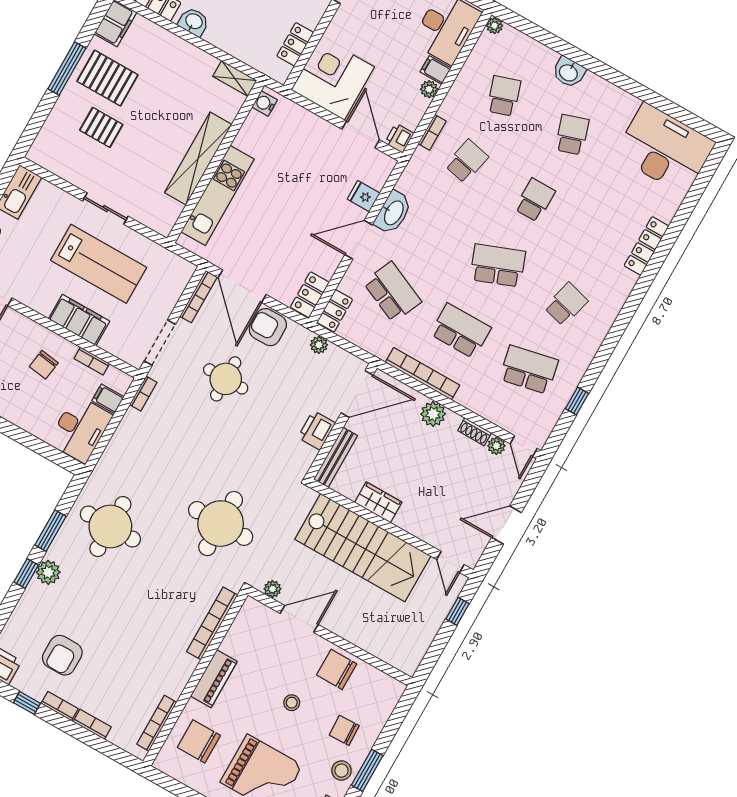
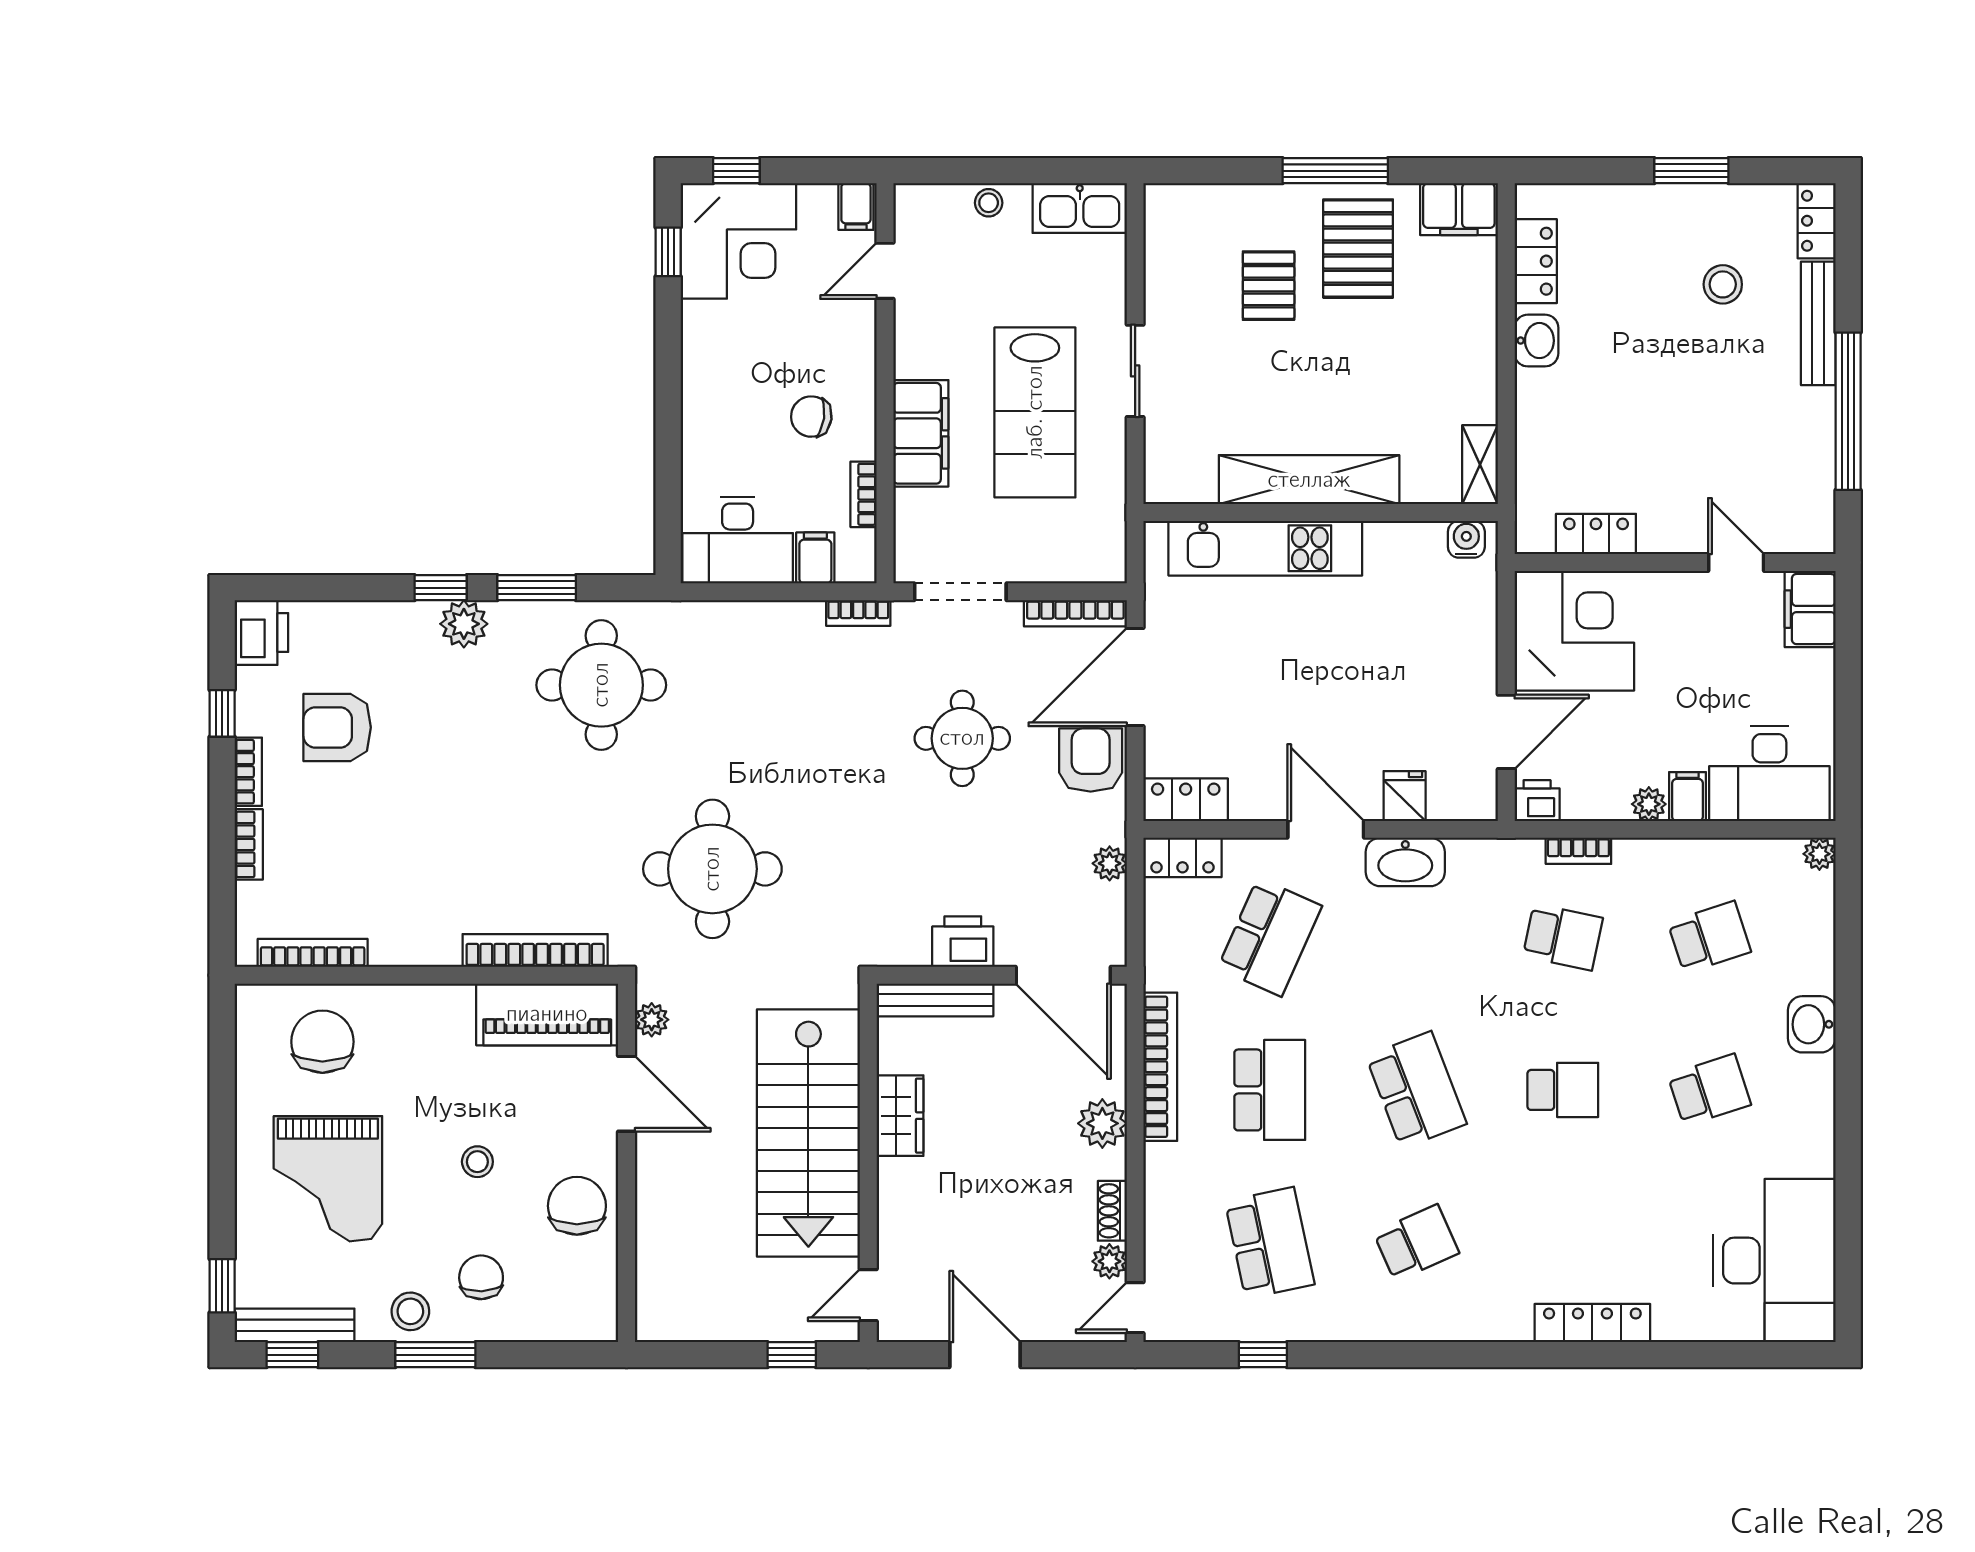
school desk: (566, 304) -> (1416, 1243), turned -39
piano: (214, 679) -> (547, 1014), moved, width x1.37, depth x1.33

